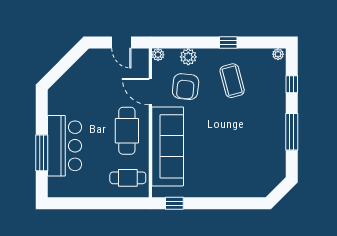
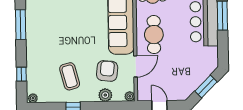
window: (63, 65) -> (206, 87), added
door: (150, 92) -> (135, 66), hinge flipped
window: (292, 132) -> (21, 25), moved

